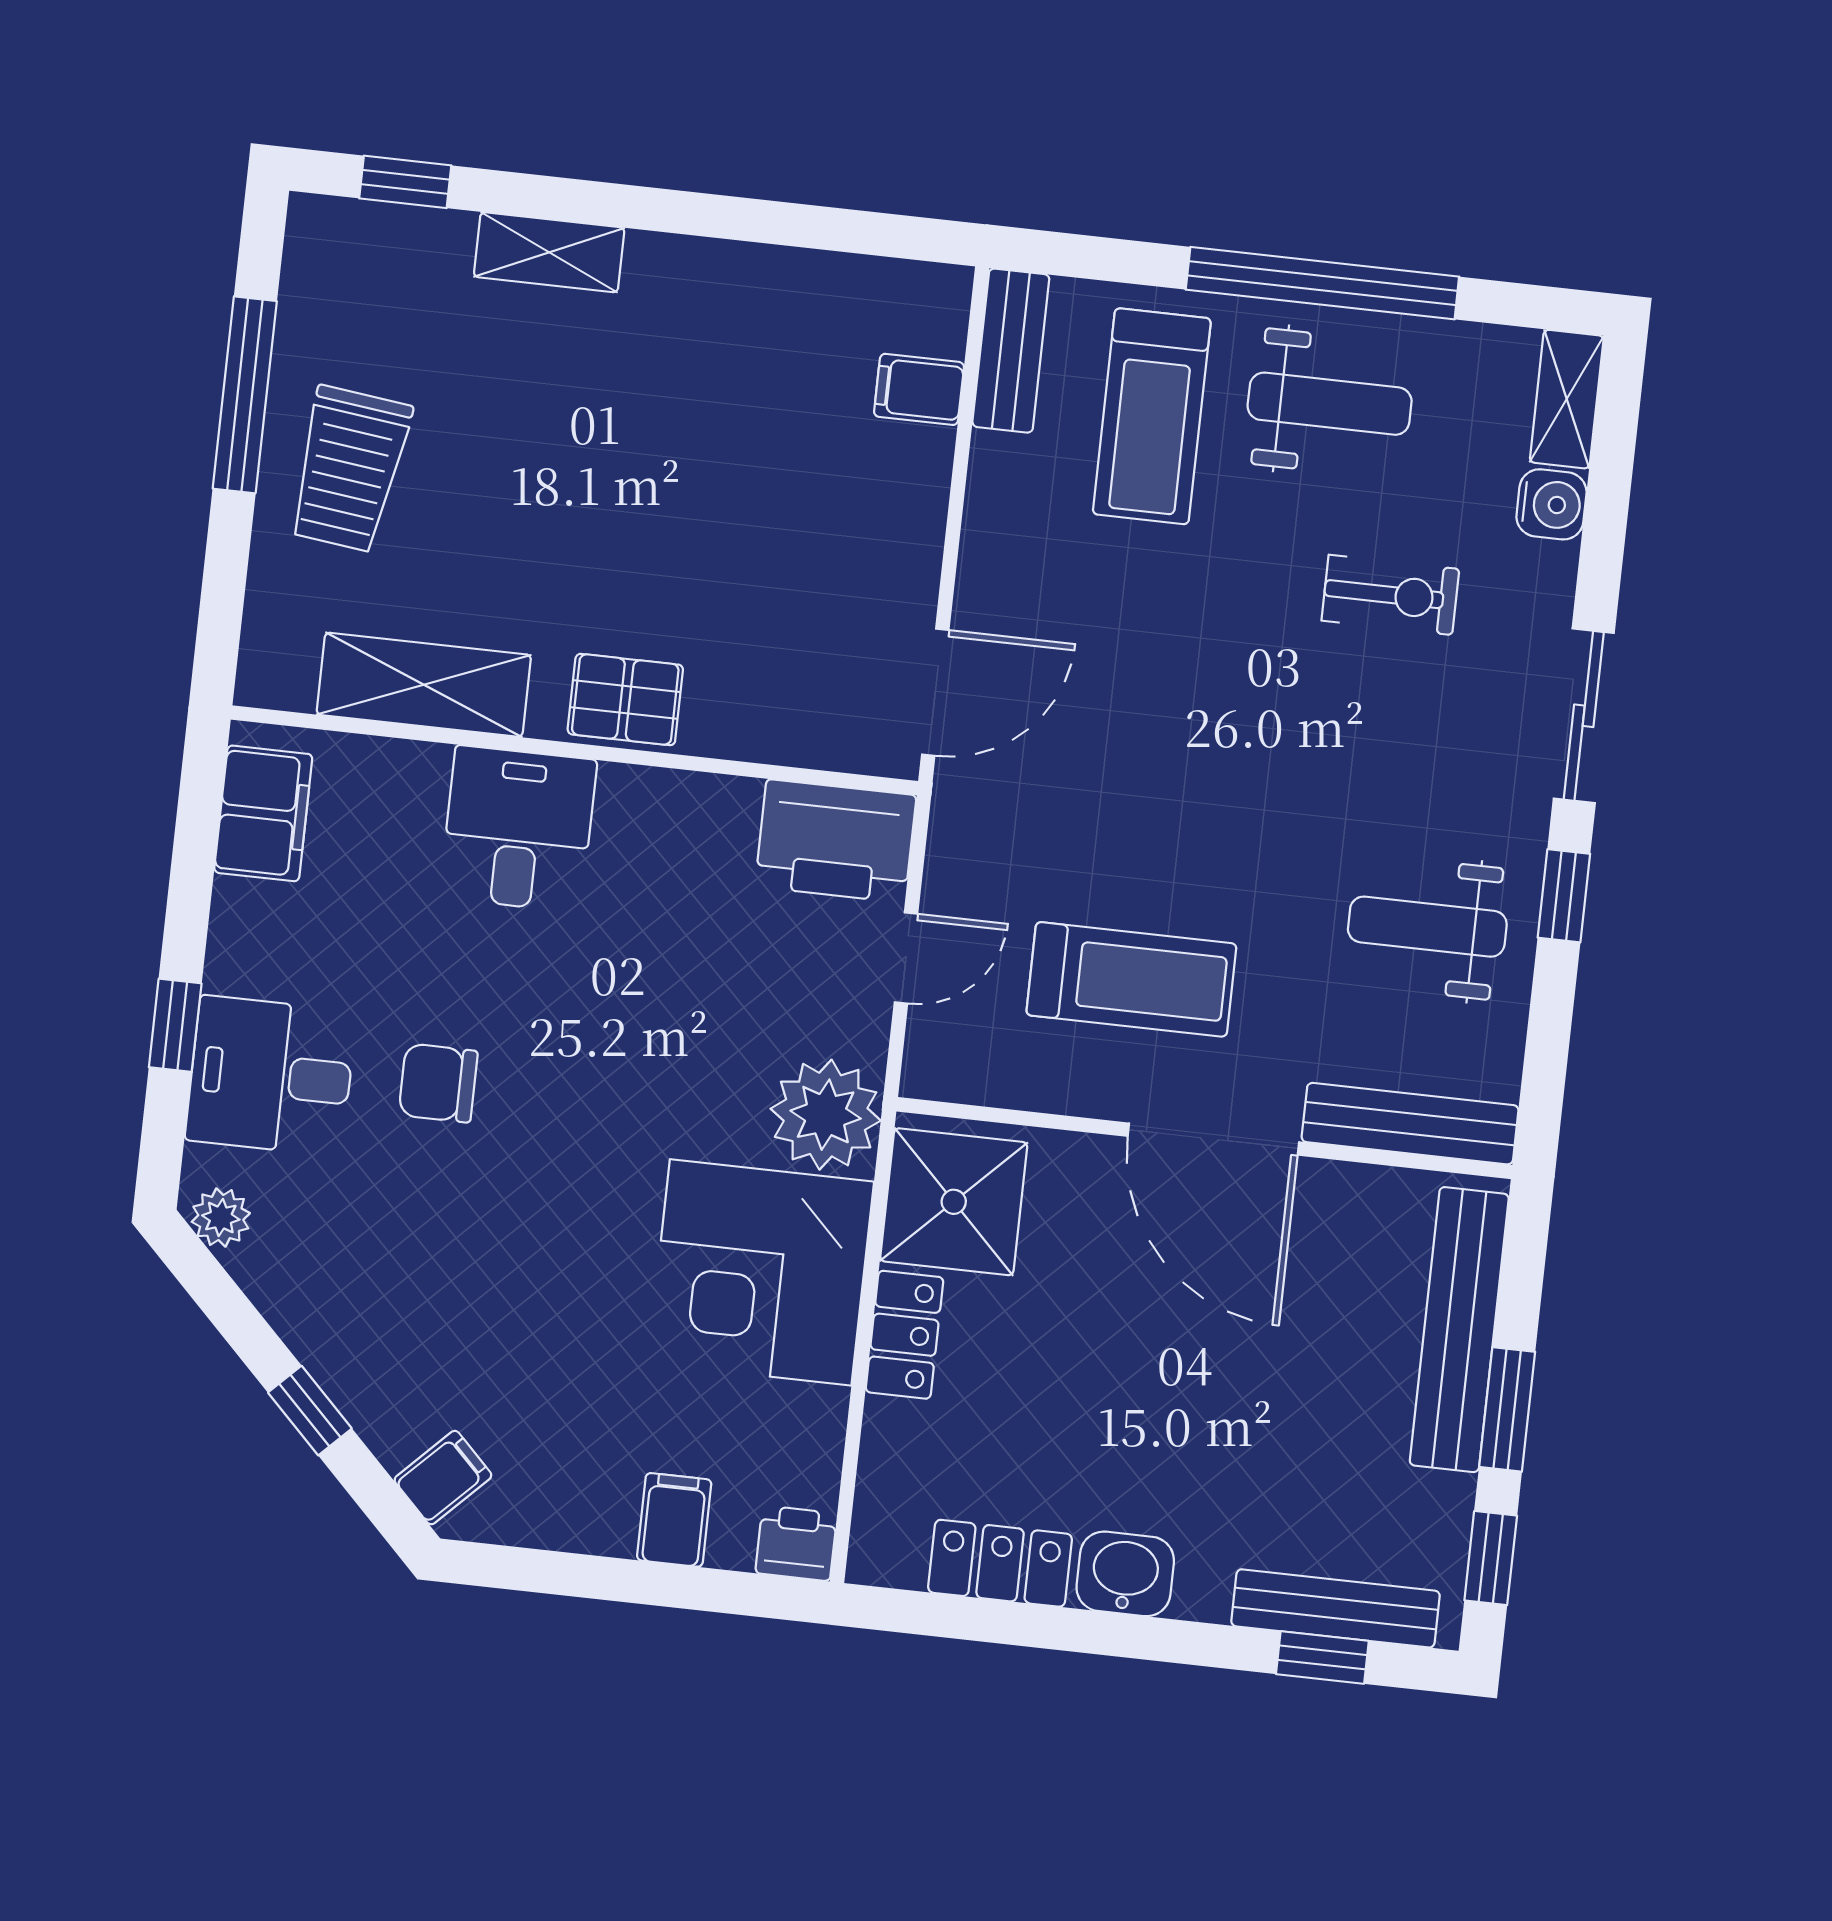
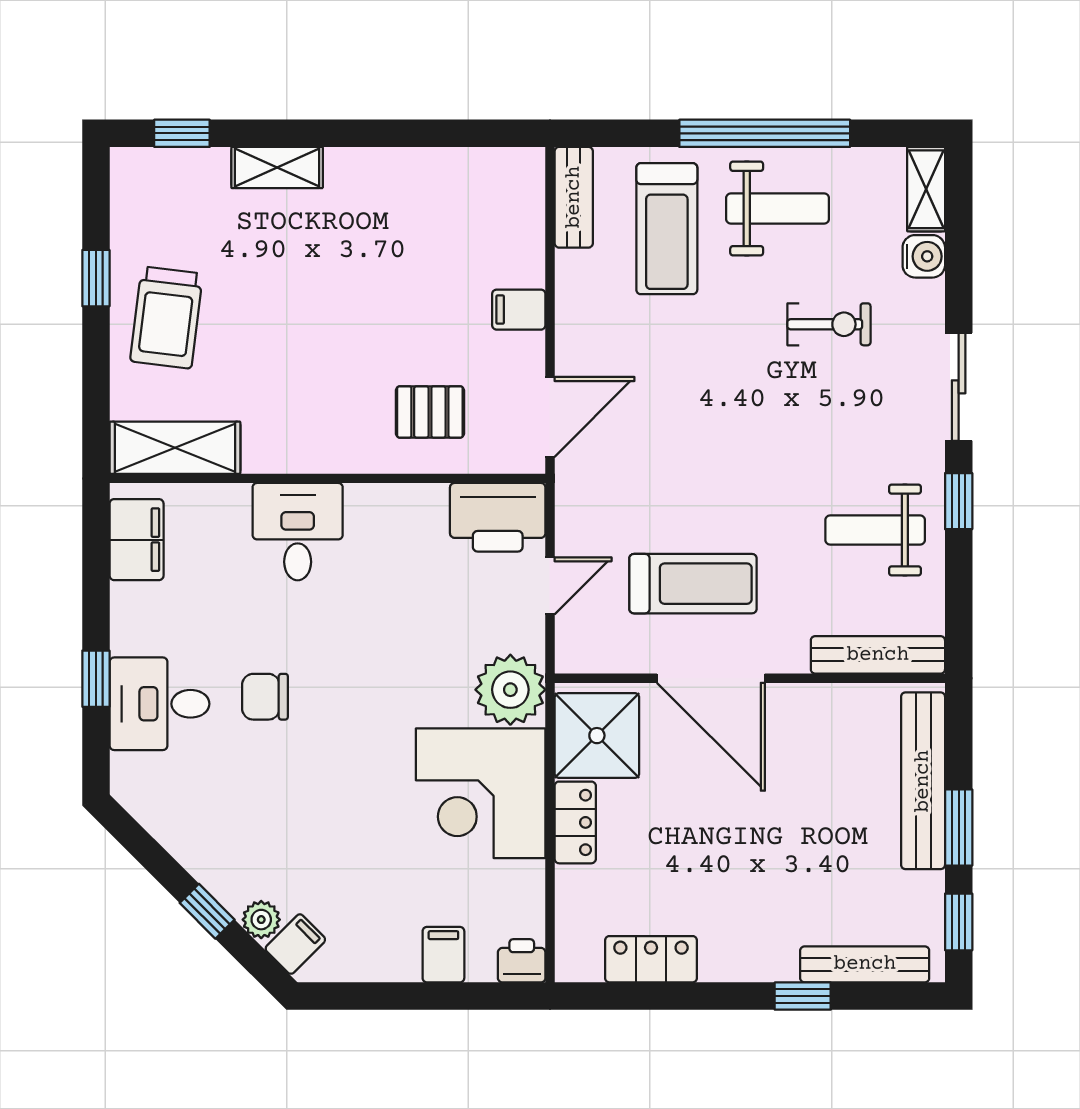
filing cabinet: (919, 389) -> (519, 310), moved
window: (245, 395) -> (96, 278), width x0.46
shelving: (424, 685) -> (175, 448), moved
pallet: (625, 700) -> (430, 412), moved
door: (1213, 1139) -> (711, 678), moved
plant: (221, 1217) -> (261, 920), moved
washbasin: (1125, 1574) -> (730, 957), removed
window: (1322, 1657) -> (803, 996), moved

